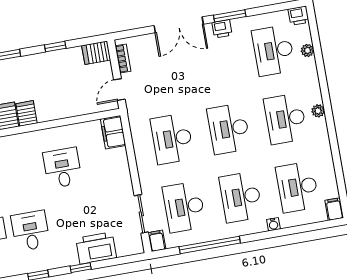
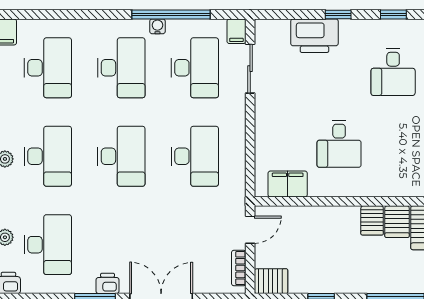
filing cabinet: (113, 132) -> (288, 184), moved, turned -90
water cooler: (273, 224) -> (157, 26), moved

